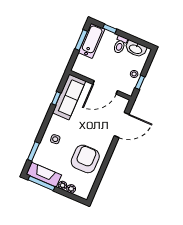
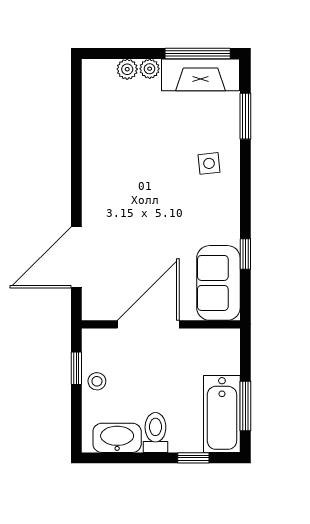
sofa: (69, 97) -> (218, 283), width x0.73
armchair: (85, 159) -> (124, 148), removed

